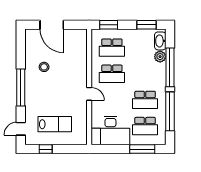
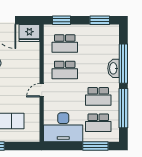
fridge: (77, 37) -> (29, 33), added
washbasin: (160, 41) -> (114, 68), moved
plant: (160, 57) -> (113, 53), removed
door: (89, 94) -> (42, 90), swing flipped

